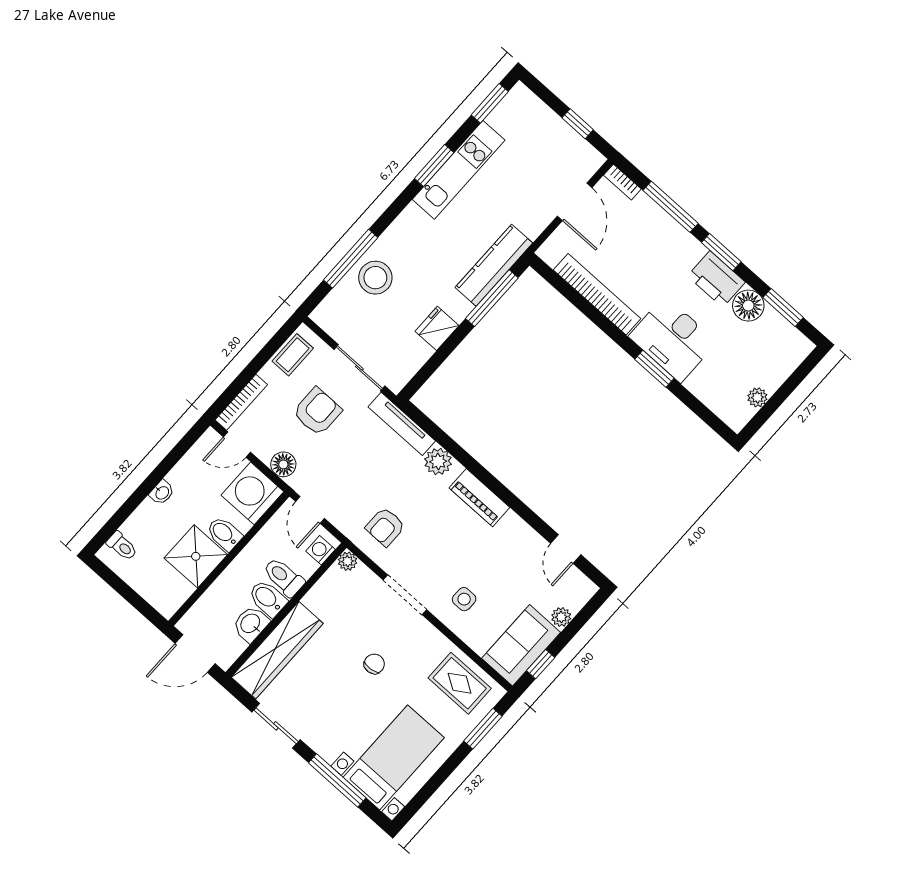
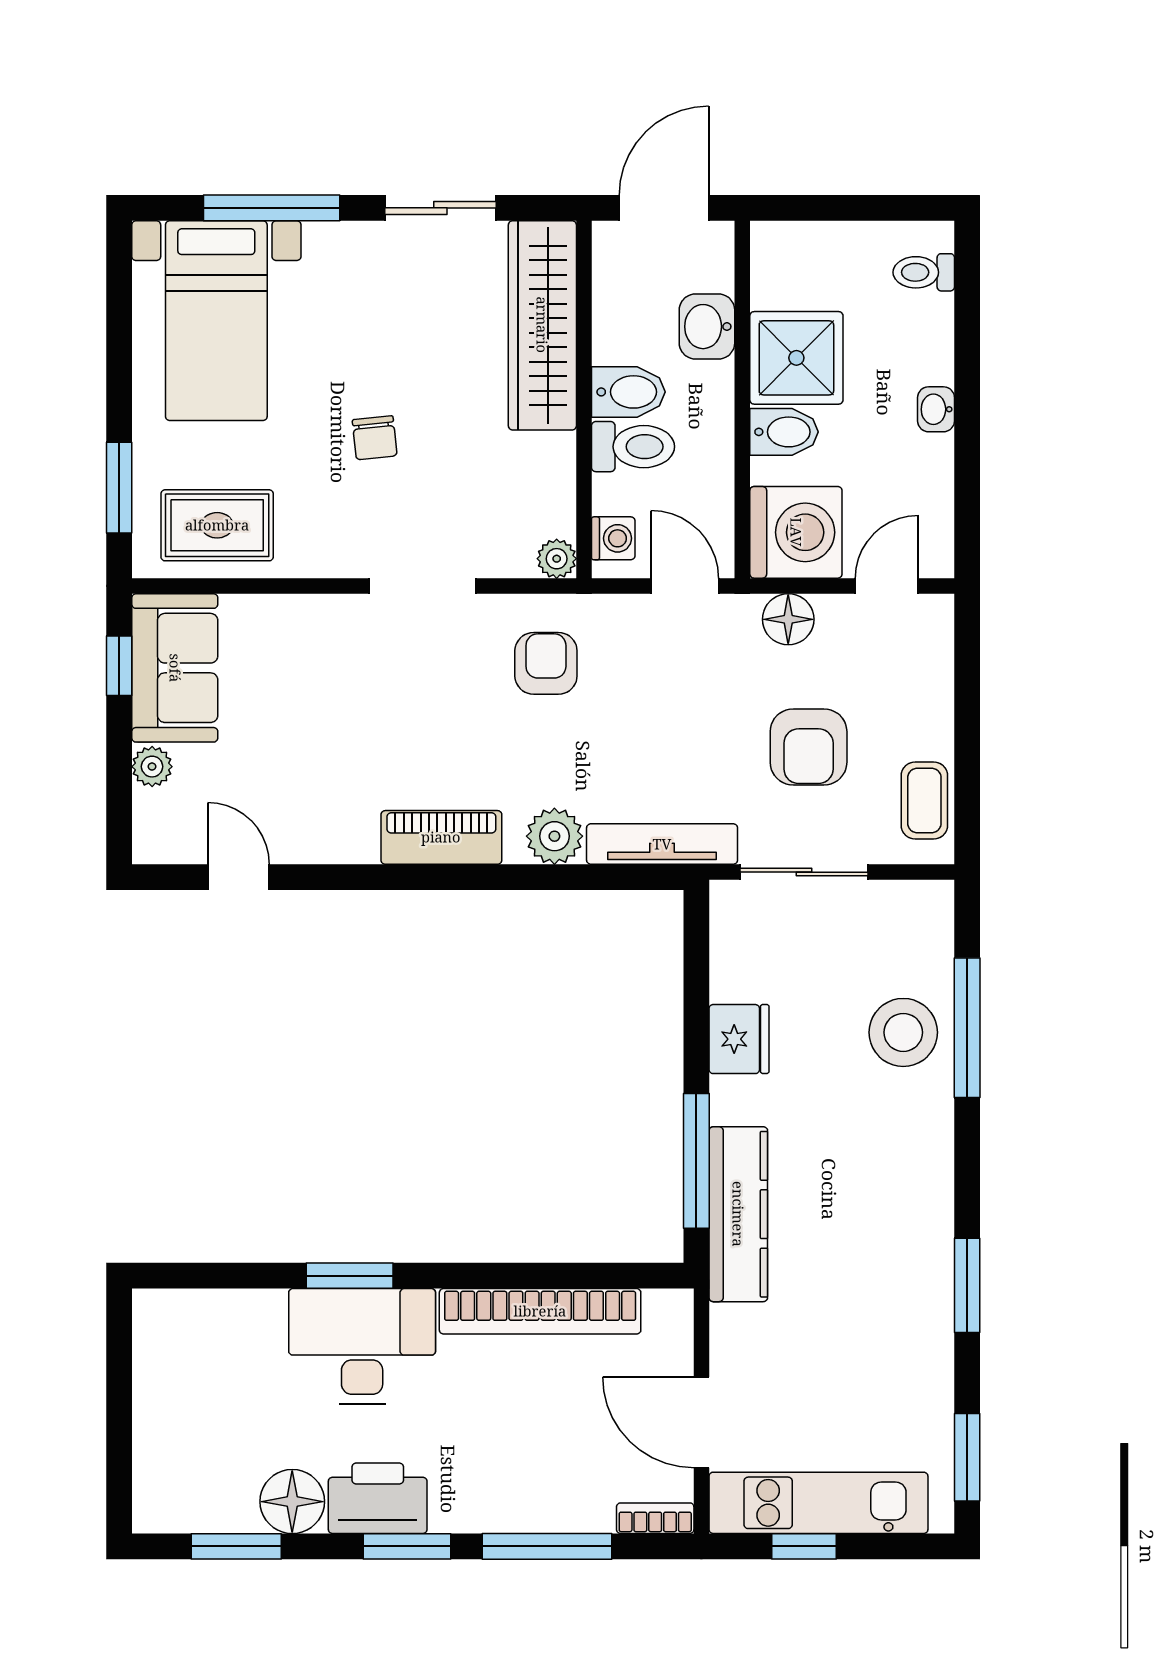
kitchen unit: (459, 170) -> (818, 1503), moved, turned 90
plant: (757, 397) -> (152, 1373), removed
bookcase: (241, 402) -> (938, 657), removed
side table: (464, 599) -> (326, 660), removed
washbasin: (251, 624) -> (707, 327), moved, turned 180

